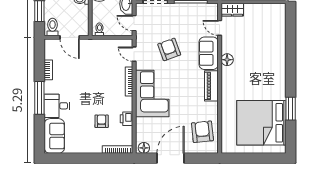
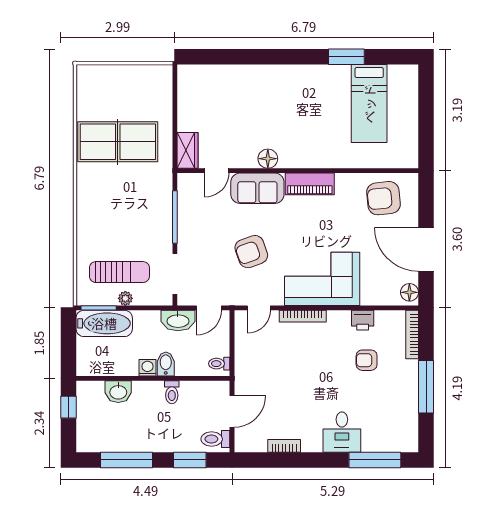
window: (39, 98) -> (375, 460), moved
bed: (261, 123) -> (369, 104), width x0.49
sofa: (54, 136) -> (390, 436), removed
window: (85, 158) -> (426, 387), added

